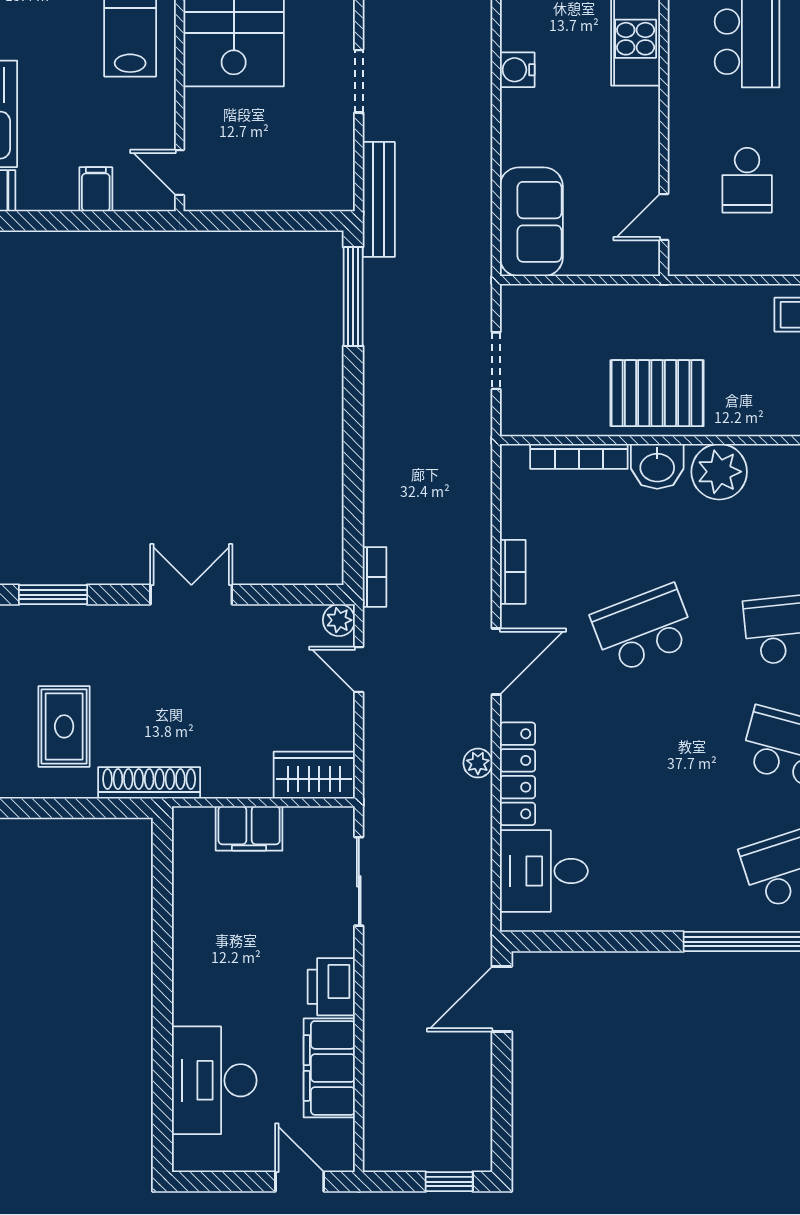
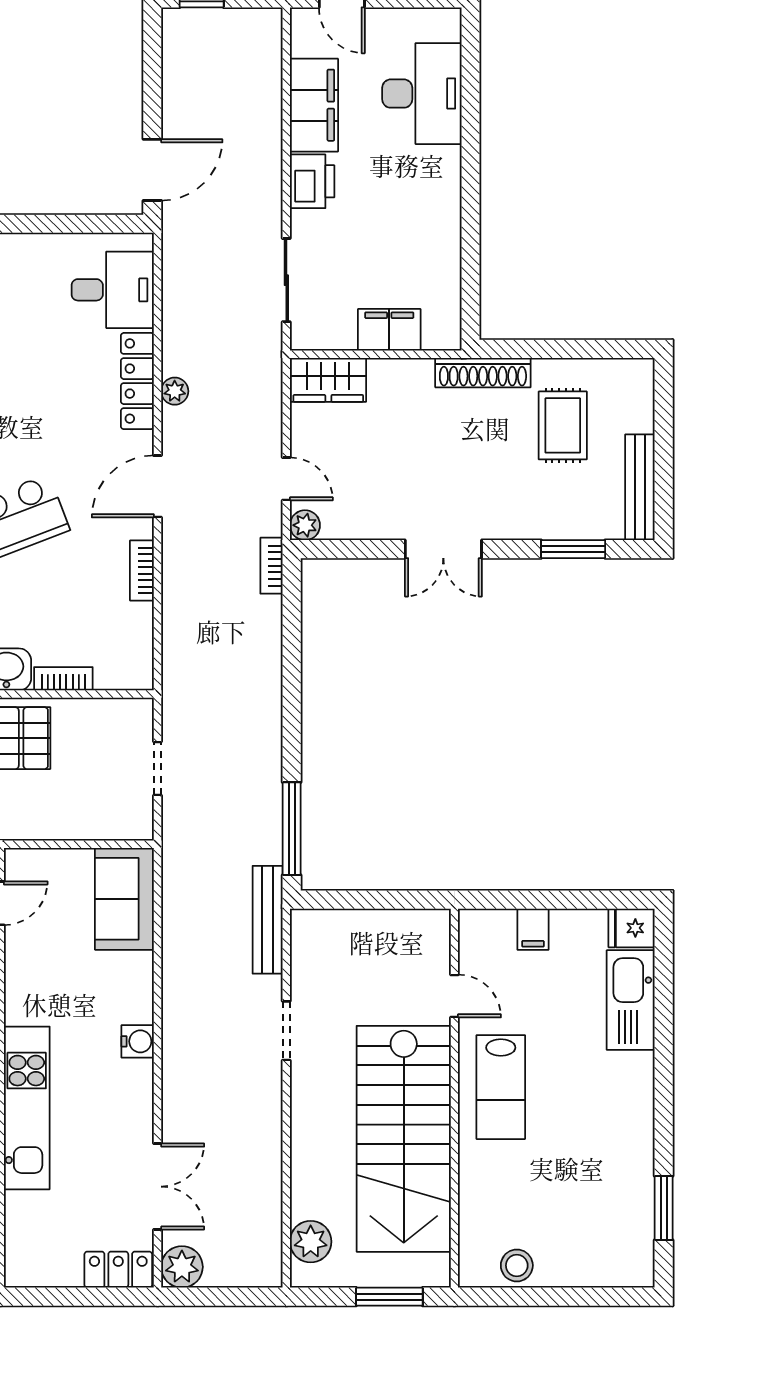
door: (180, 173) -> (454, 996), moved
bookcase: (579, 456) -> (63, 679), width x0.64

